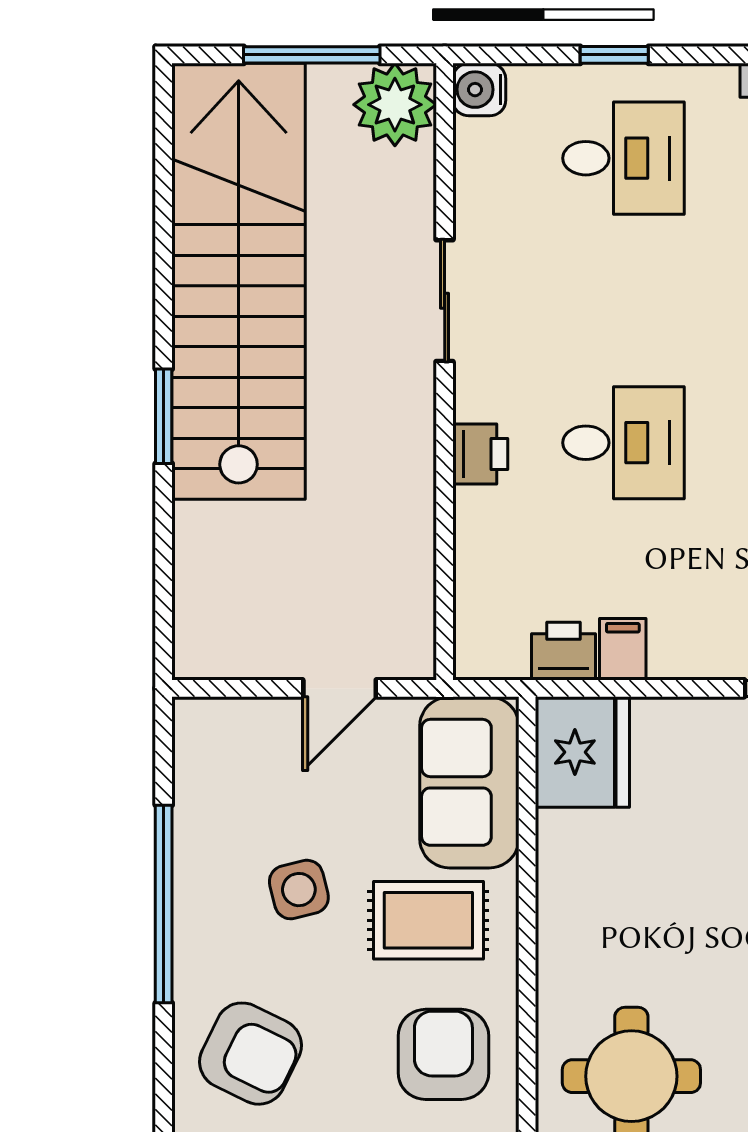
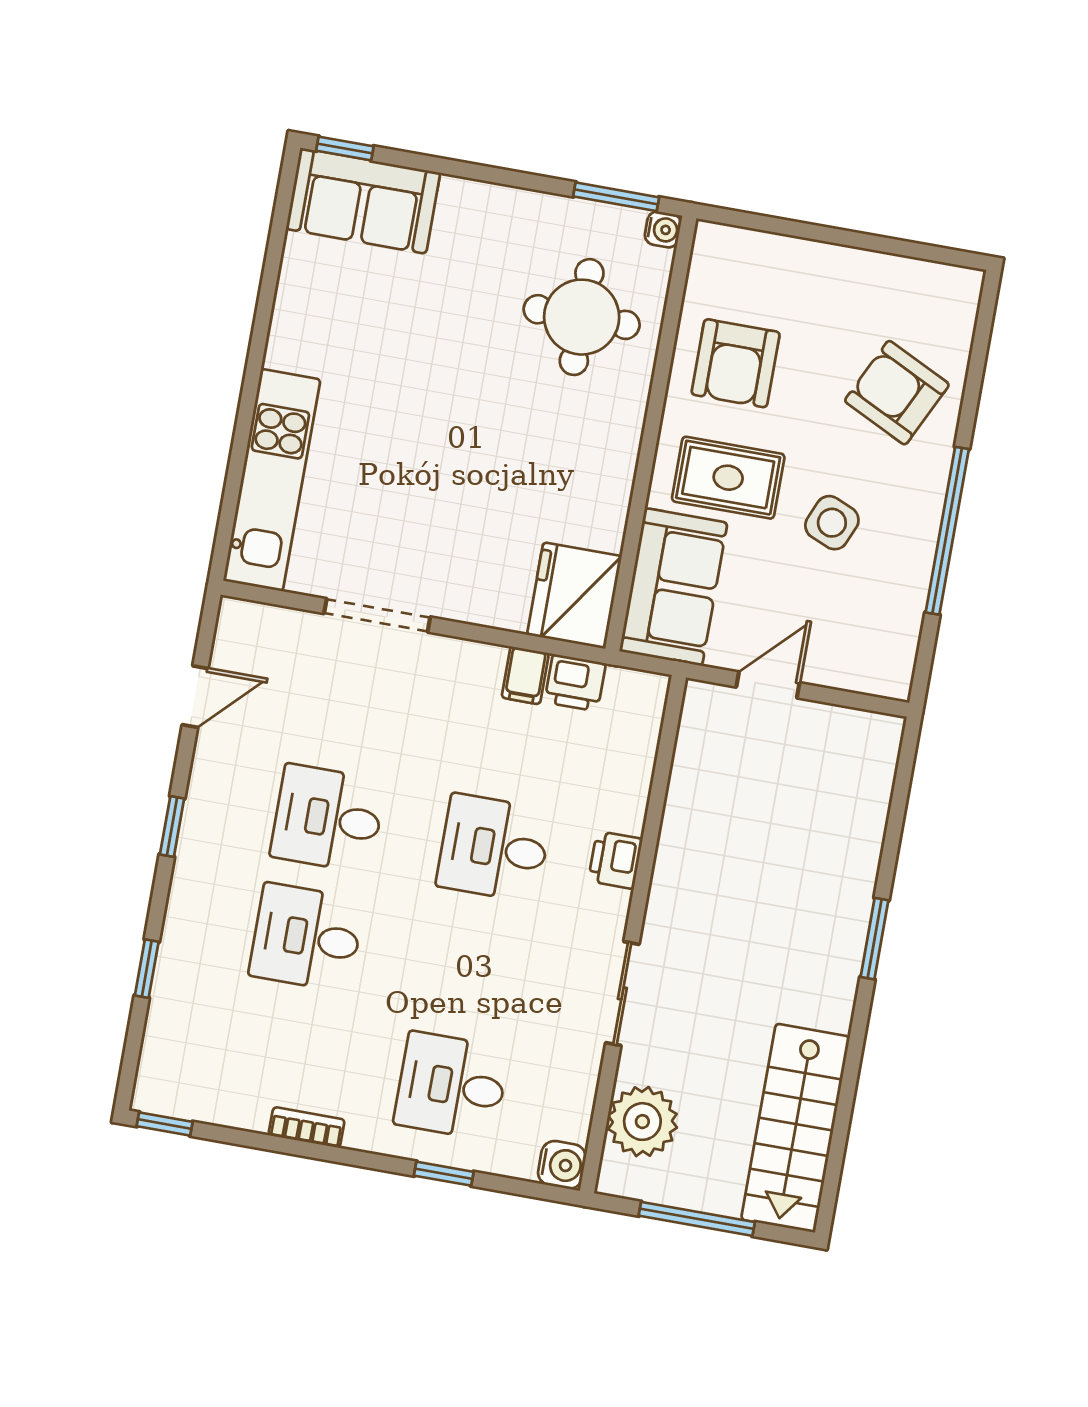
plant: (395, 105) -> (642, 1122), moved
stairs: (239, 281) -> (795, 1128), width x0.54, depth x0.66
side table: (299, 890) -> (832, 523), turned 37

